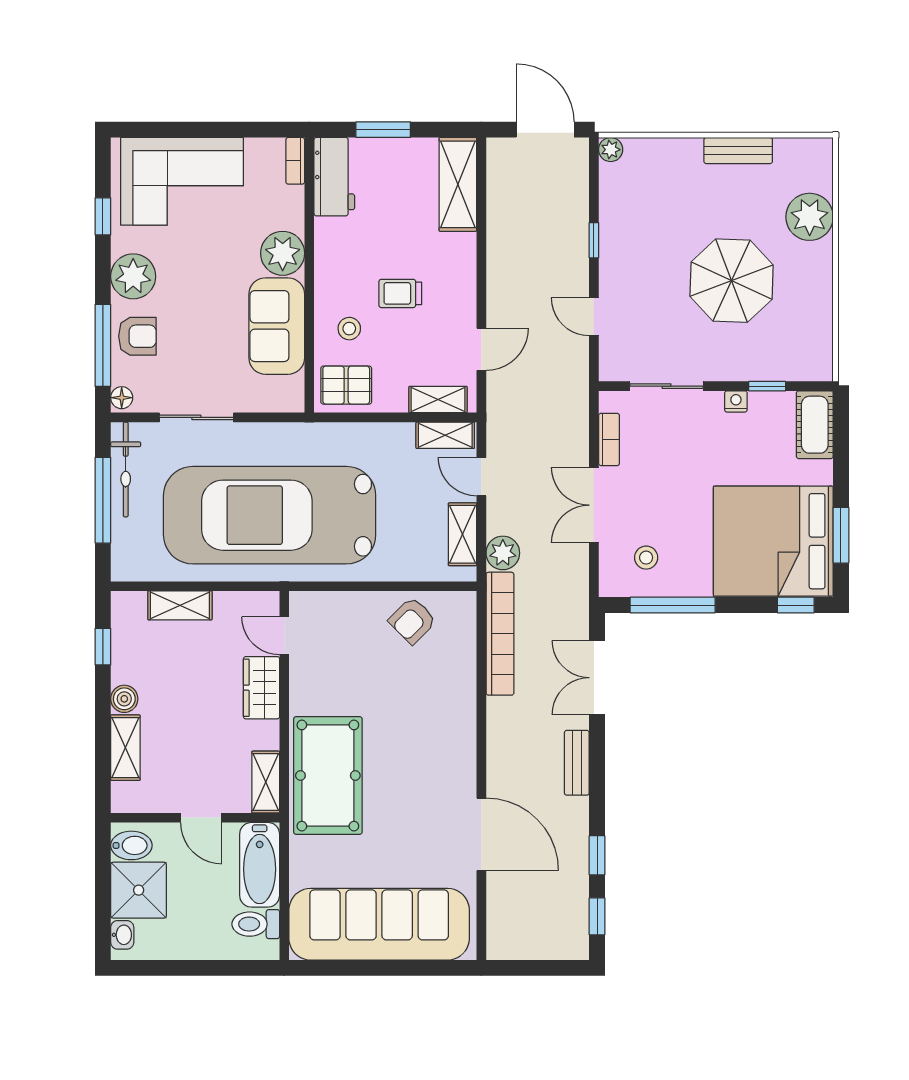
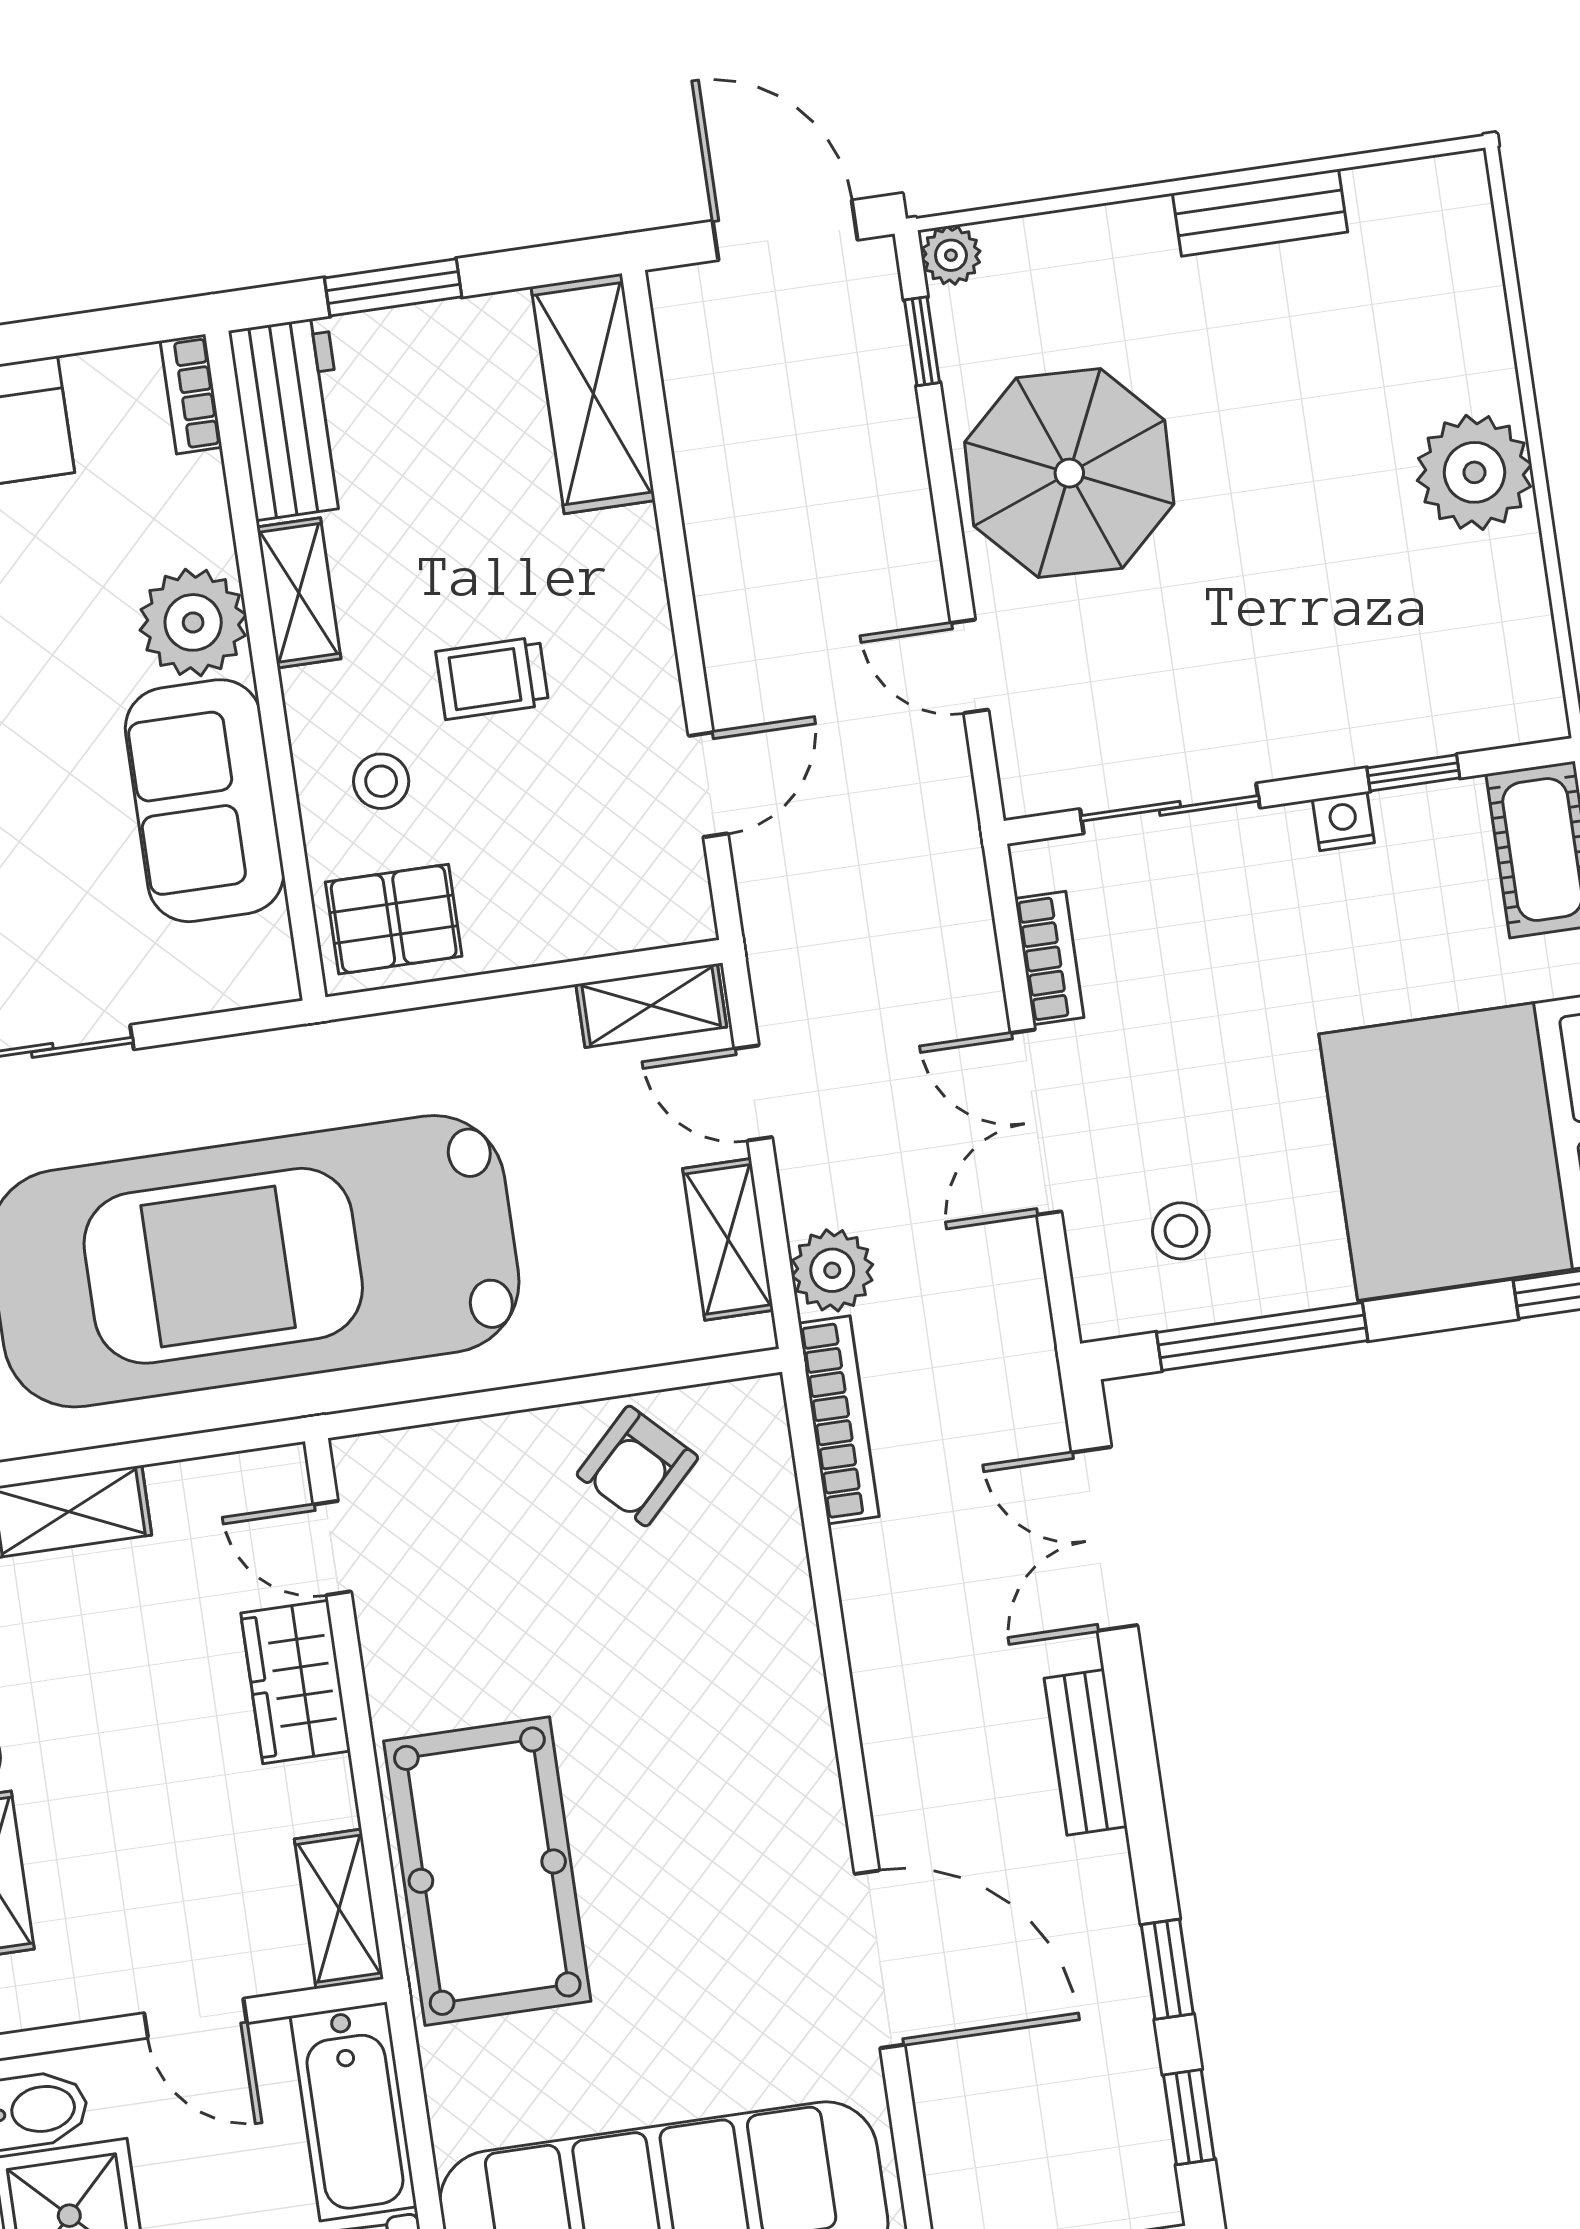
plant: (810, 217) -> (1474, 472), moved
window: (594, 240) -> (922, 341), moved
parasol: (732, 281) -> (1069, 473), moved
shelving: (438, 400) -> (299, 593), moved, turned 90
bookcase: (500, 634) -> (839, 1420), width x0.68, depth x0.76

